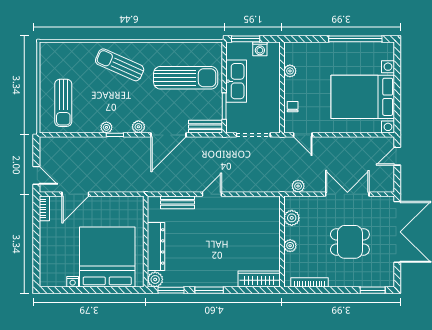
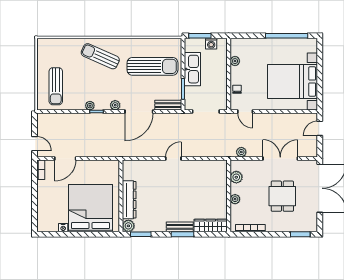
bench: (178, 202) -> (180, 227), moved
dining table: (350, 242) -> (282, 196), turned 90
window: (209, 290) -> (182, 234), moved

